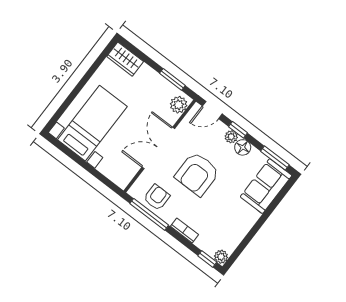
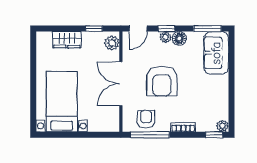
wardrobe: (125, 59) -> (67, 40), moved
window: (172, 79) -> (94, 29), width x0.67

